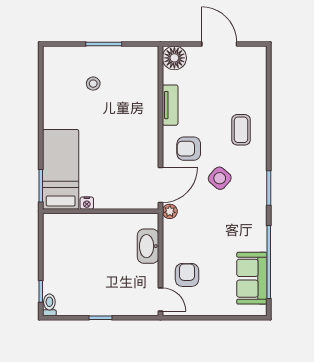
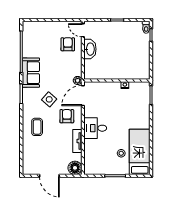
desk: (139, 128) -> (95, 128), added
armchair: (189, 149) -> (67, 116), turned -90
bed: (61, 169) -> (140, 152), moved, turned 180
washbasin: (148, 246) -> (90, 49), moved
armchair: (187, 275) -> (68, 44), turned 180
sofa: (252, 278) -> (31, 73), moved

